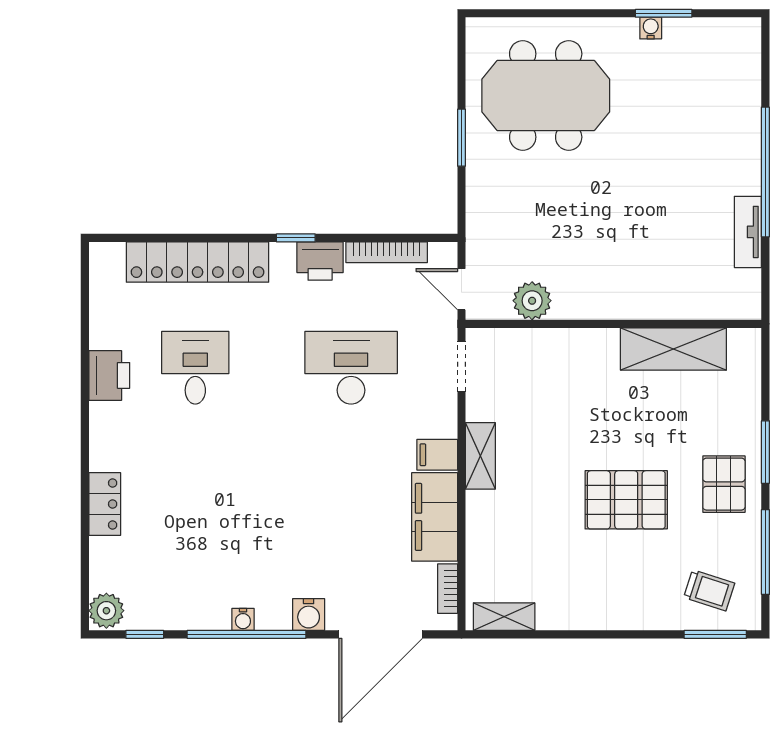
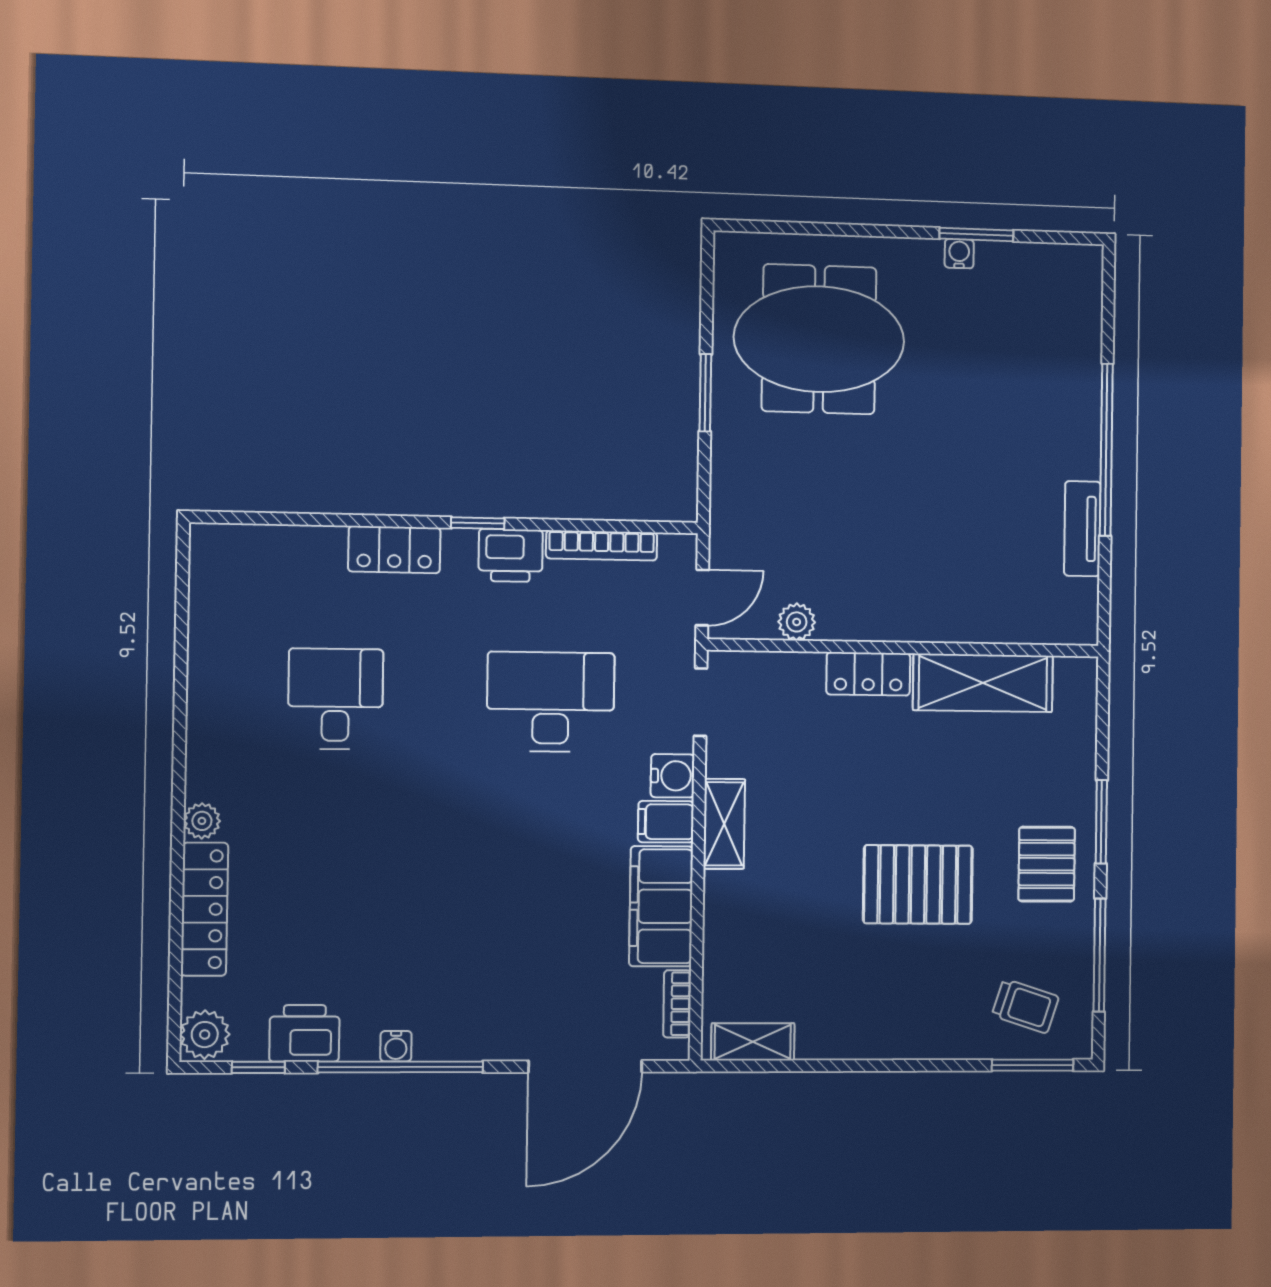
locker: (198, 262) -> (394, 550), width x0.46, depth x0.83
door: (461, 289) -> (702, 598), swing flipped
plant: (532, 301) -> (797, 622), width x0.73, depth x0.73
locker: (586, 344) -> (868, 674), added
printer: (109, 375) -> (304, 1033), moved, turned -90
plant: (102, 457) -> (202, 821), added
locker: (105, 504) -> (205, 909), width x1.53
water cooler: (309, 614) -> (673, 776), moved, turned -90

